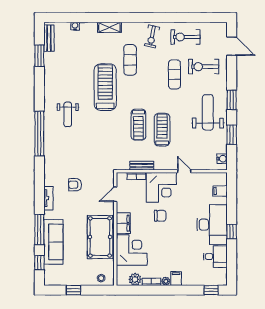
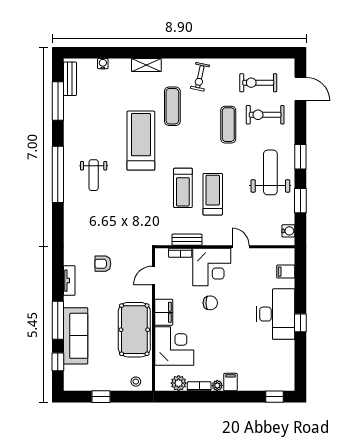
exercise bike: (185, 37) -> (258, 83), moved
window: (39, 56) -> (58, 101), width x1.44
window: (39, 134) -> (58, 174), moved
desk: (215, 257) -> (280, 354), removed

